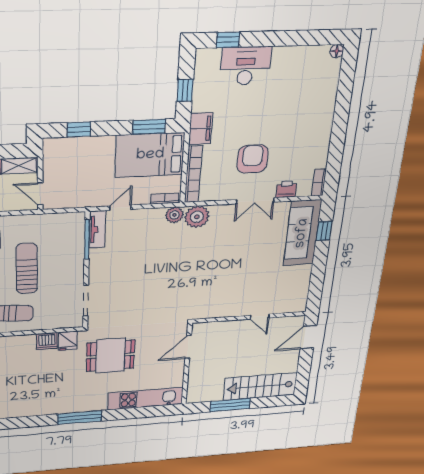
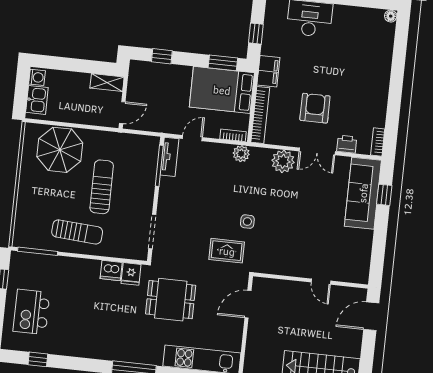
door: (40, 194) -> (122, 113), swing flipped
plant: (197, 217) -> (283, 161), moved
side table: (184, 276) -> (247, 222), added
rug: (164, 305) -> (227, 251), added

